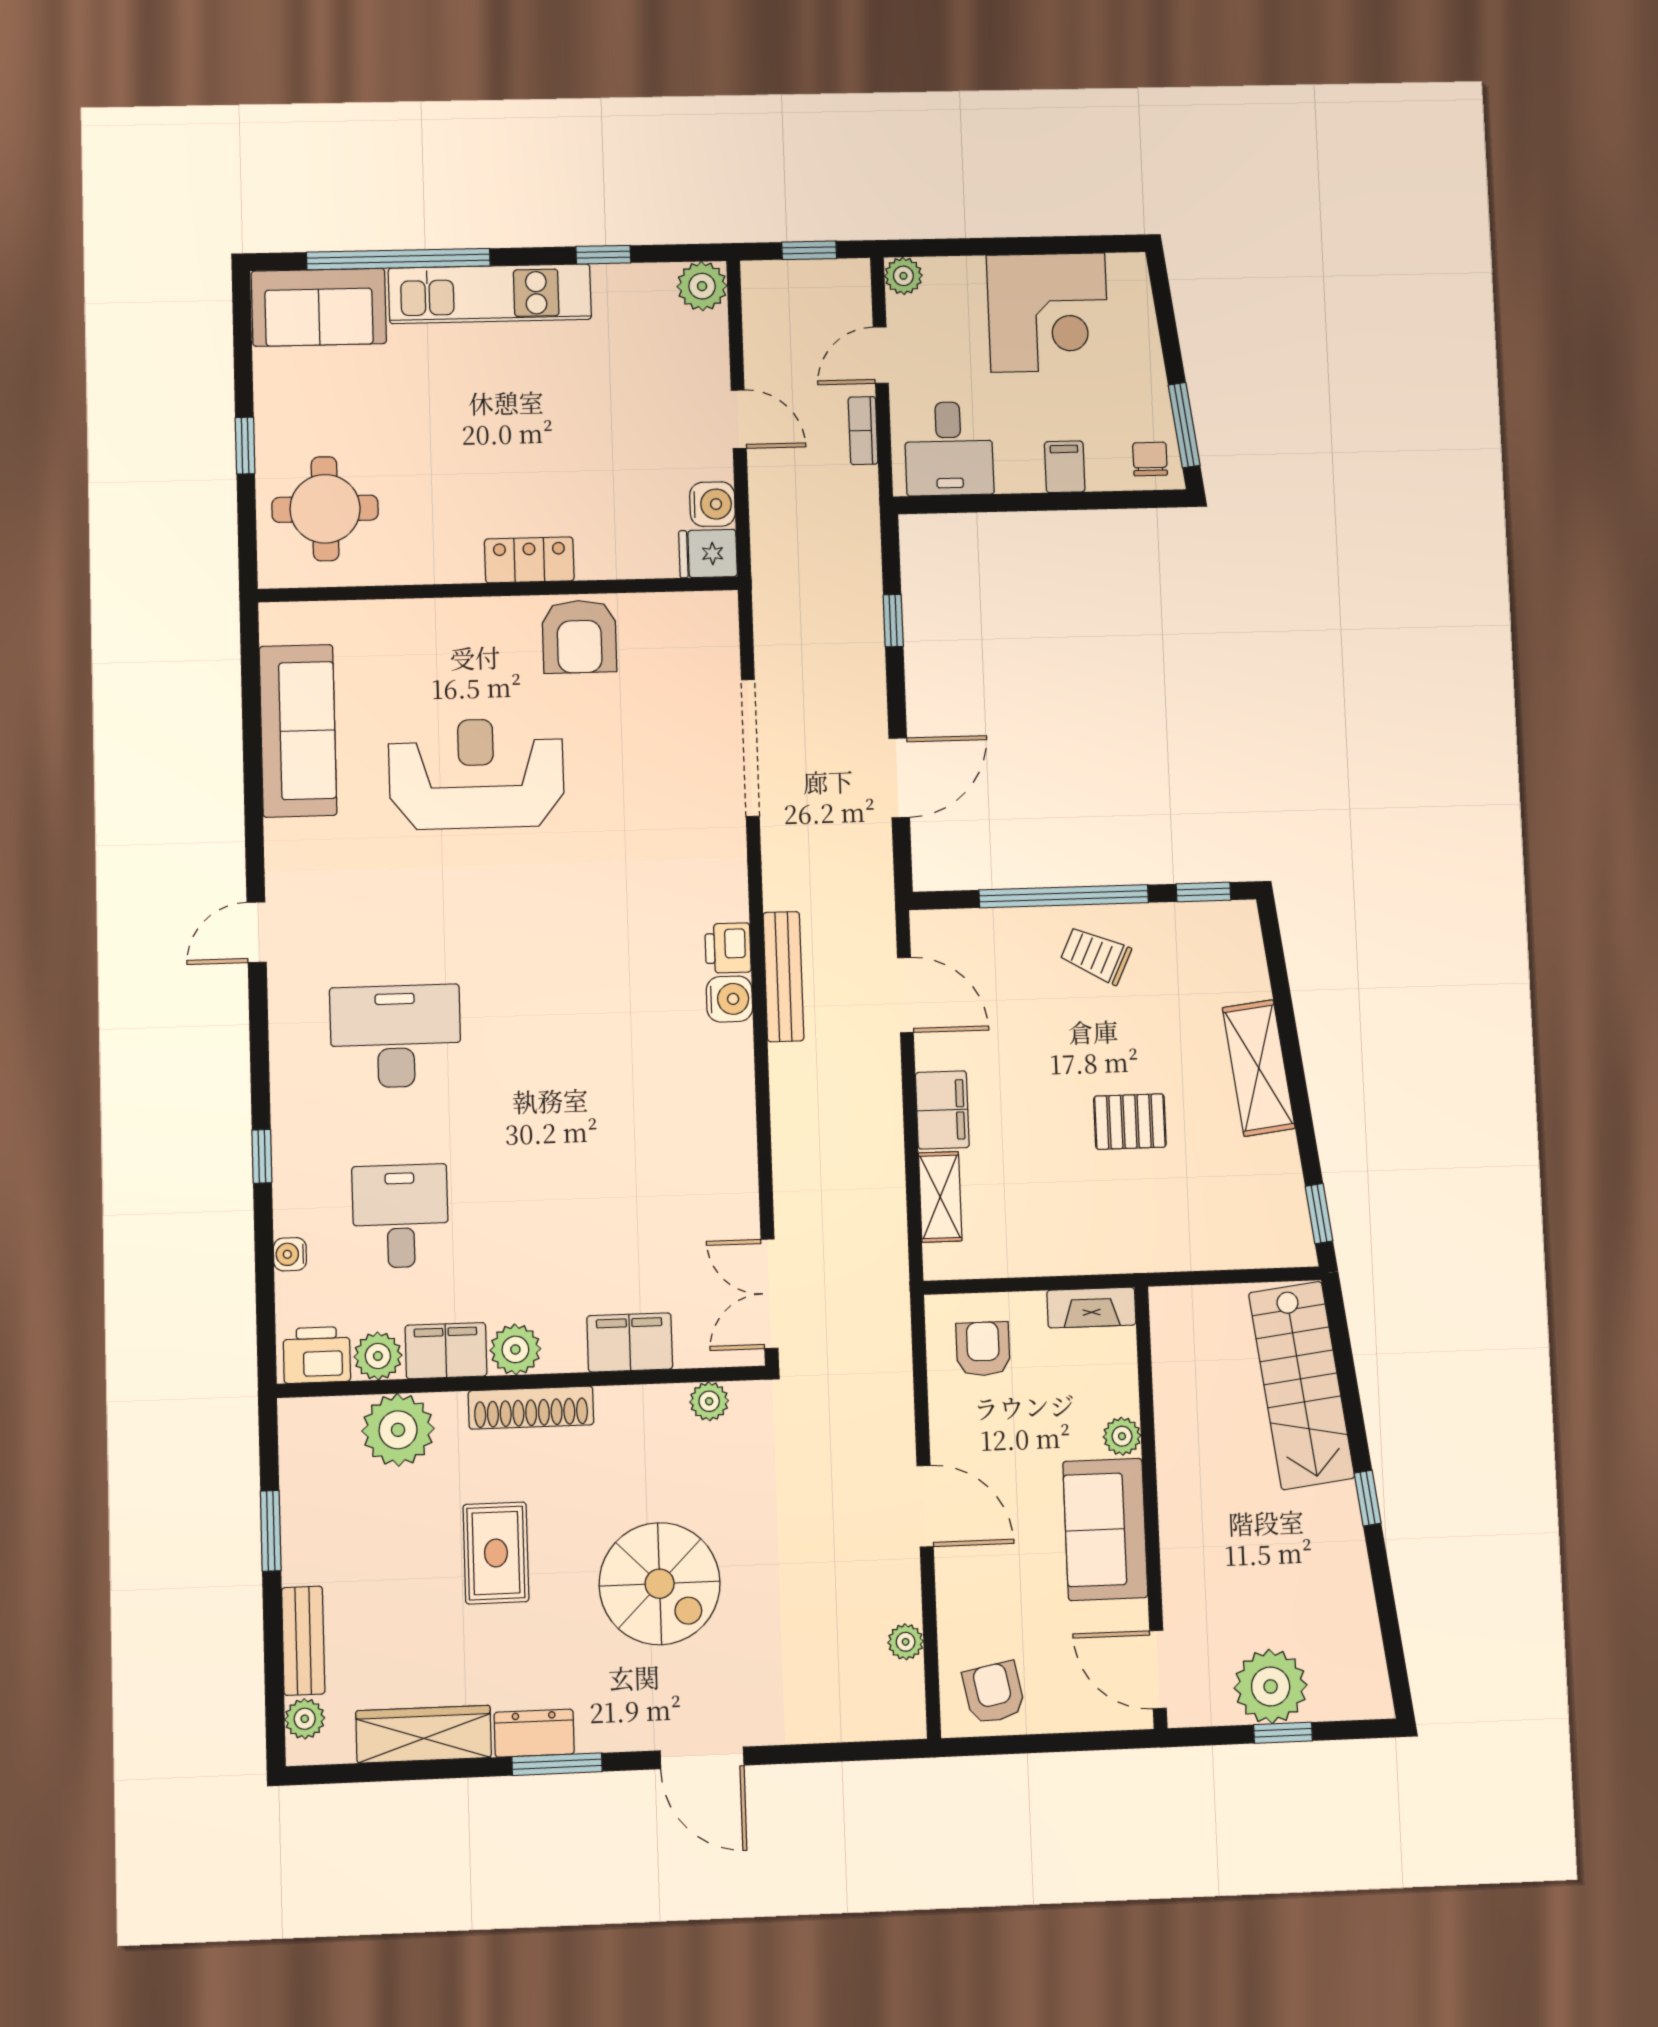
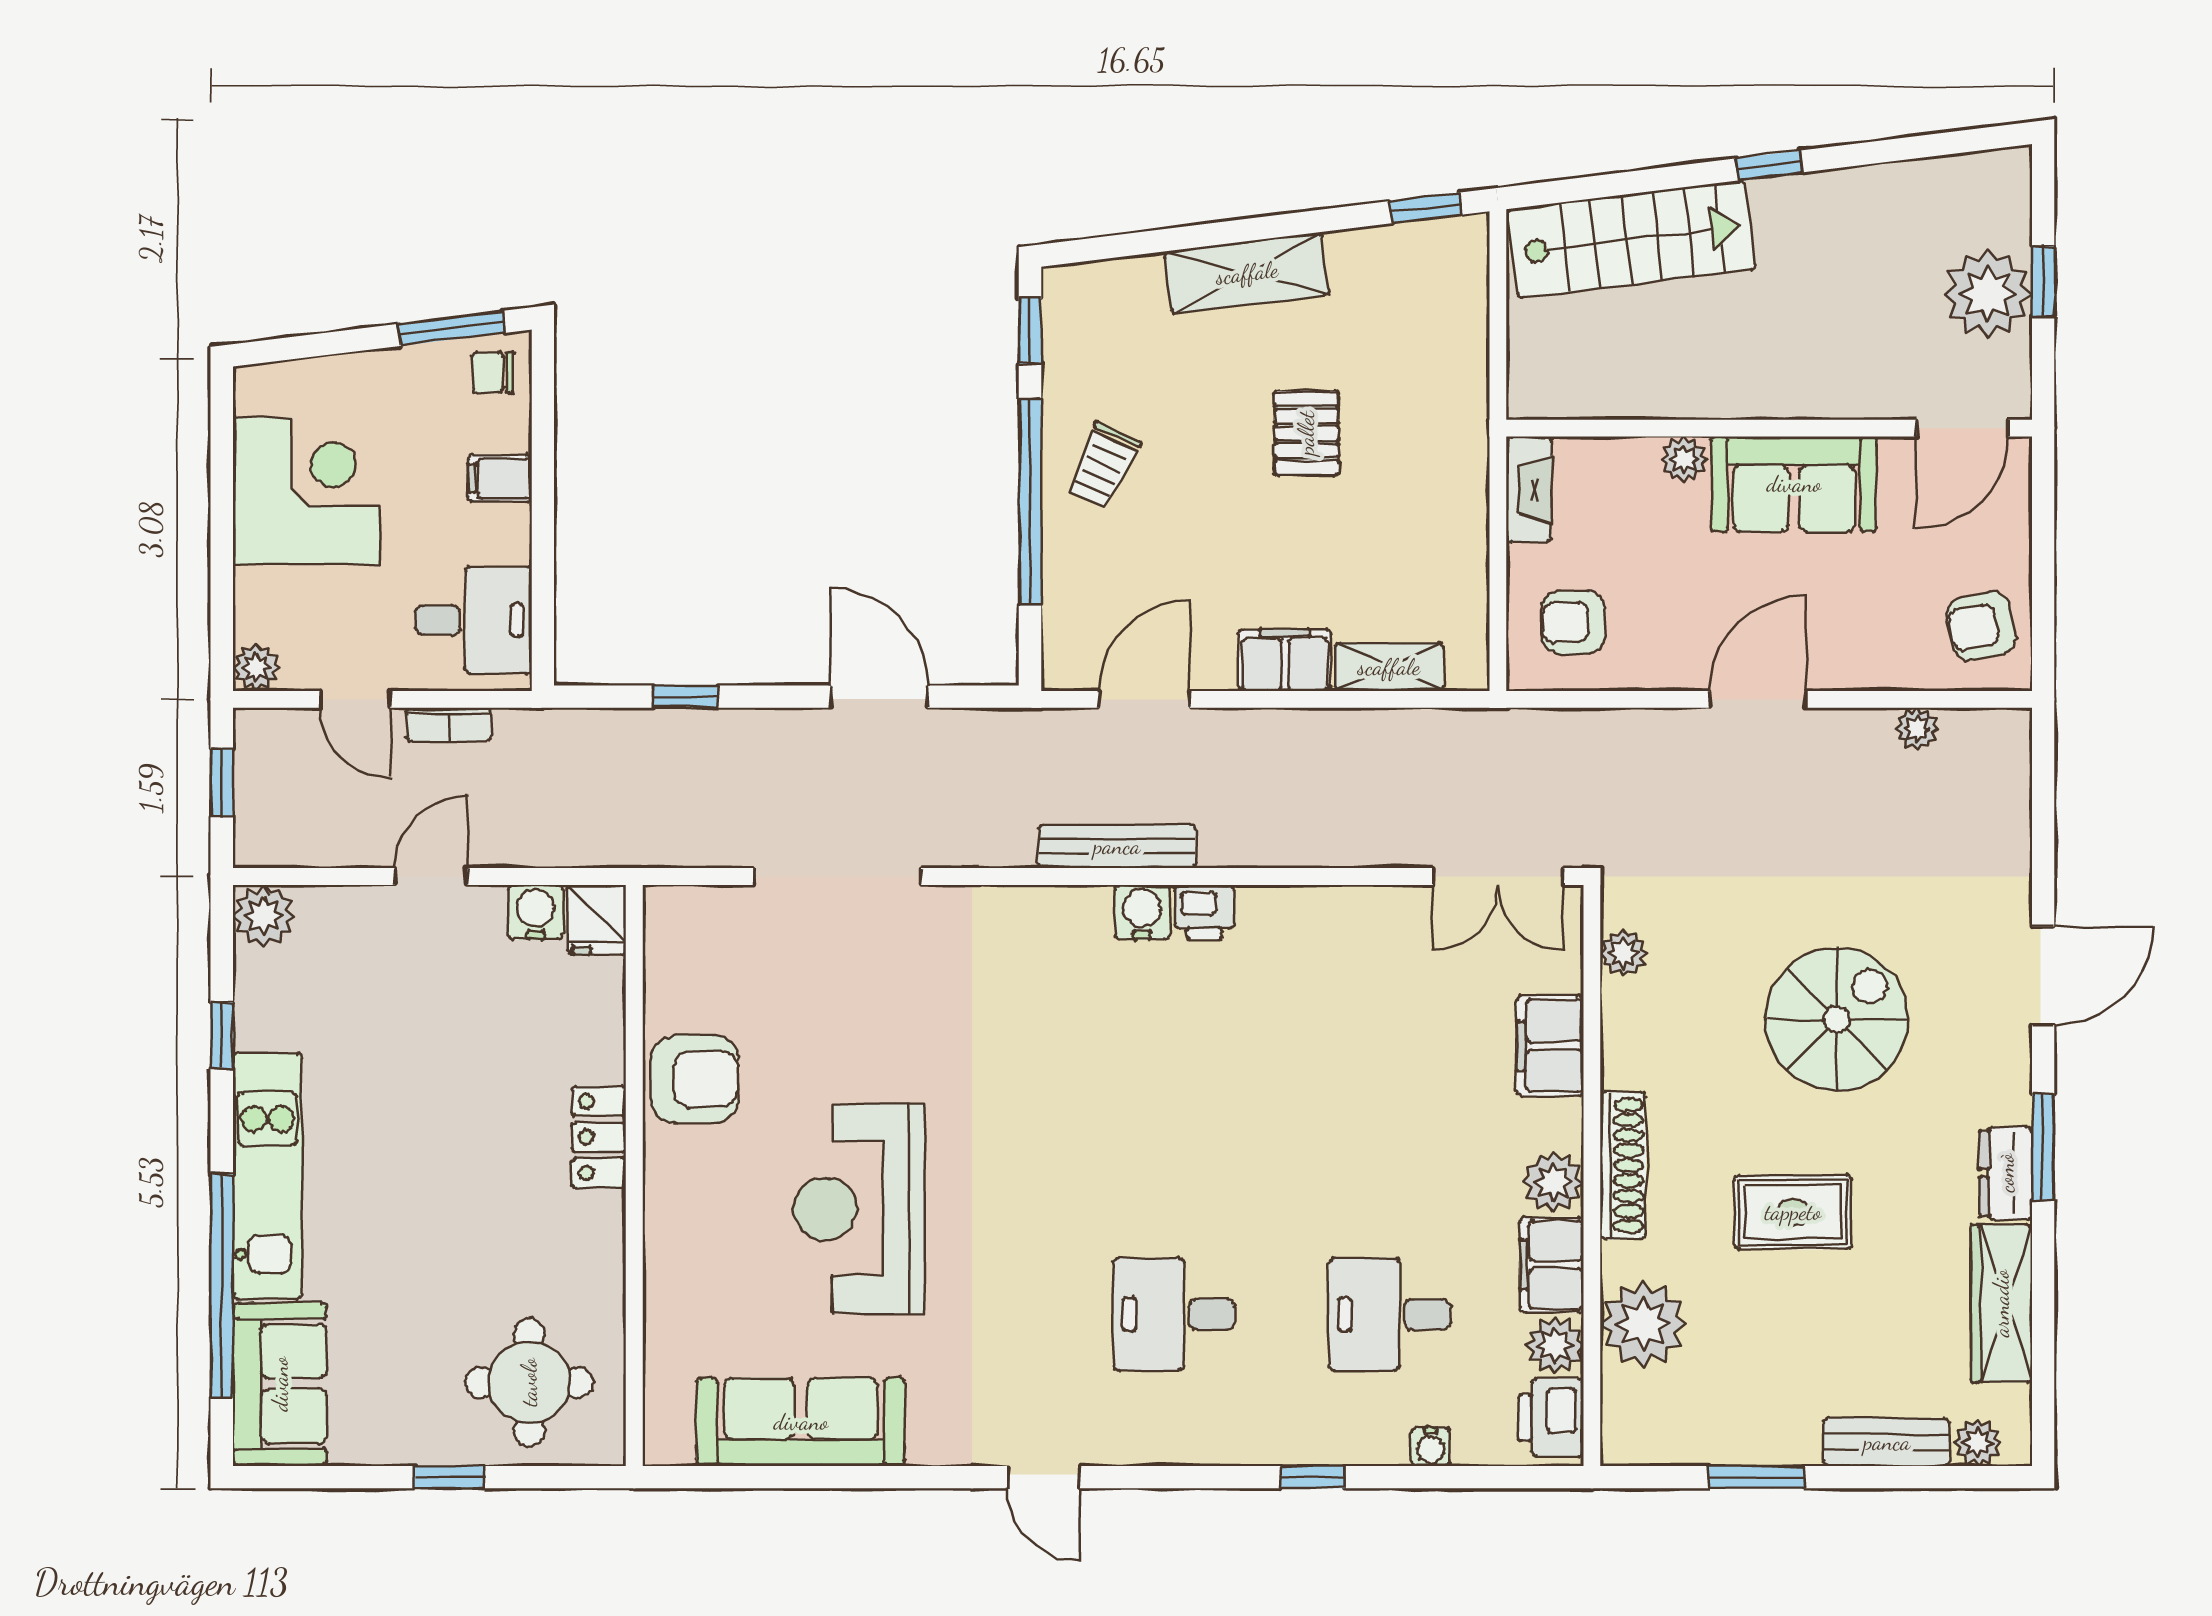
printer: (728, 948) -> (1204, 912), moved
desk: (396, 1036) -> (1174, 1314), width x0.73

